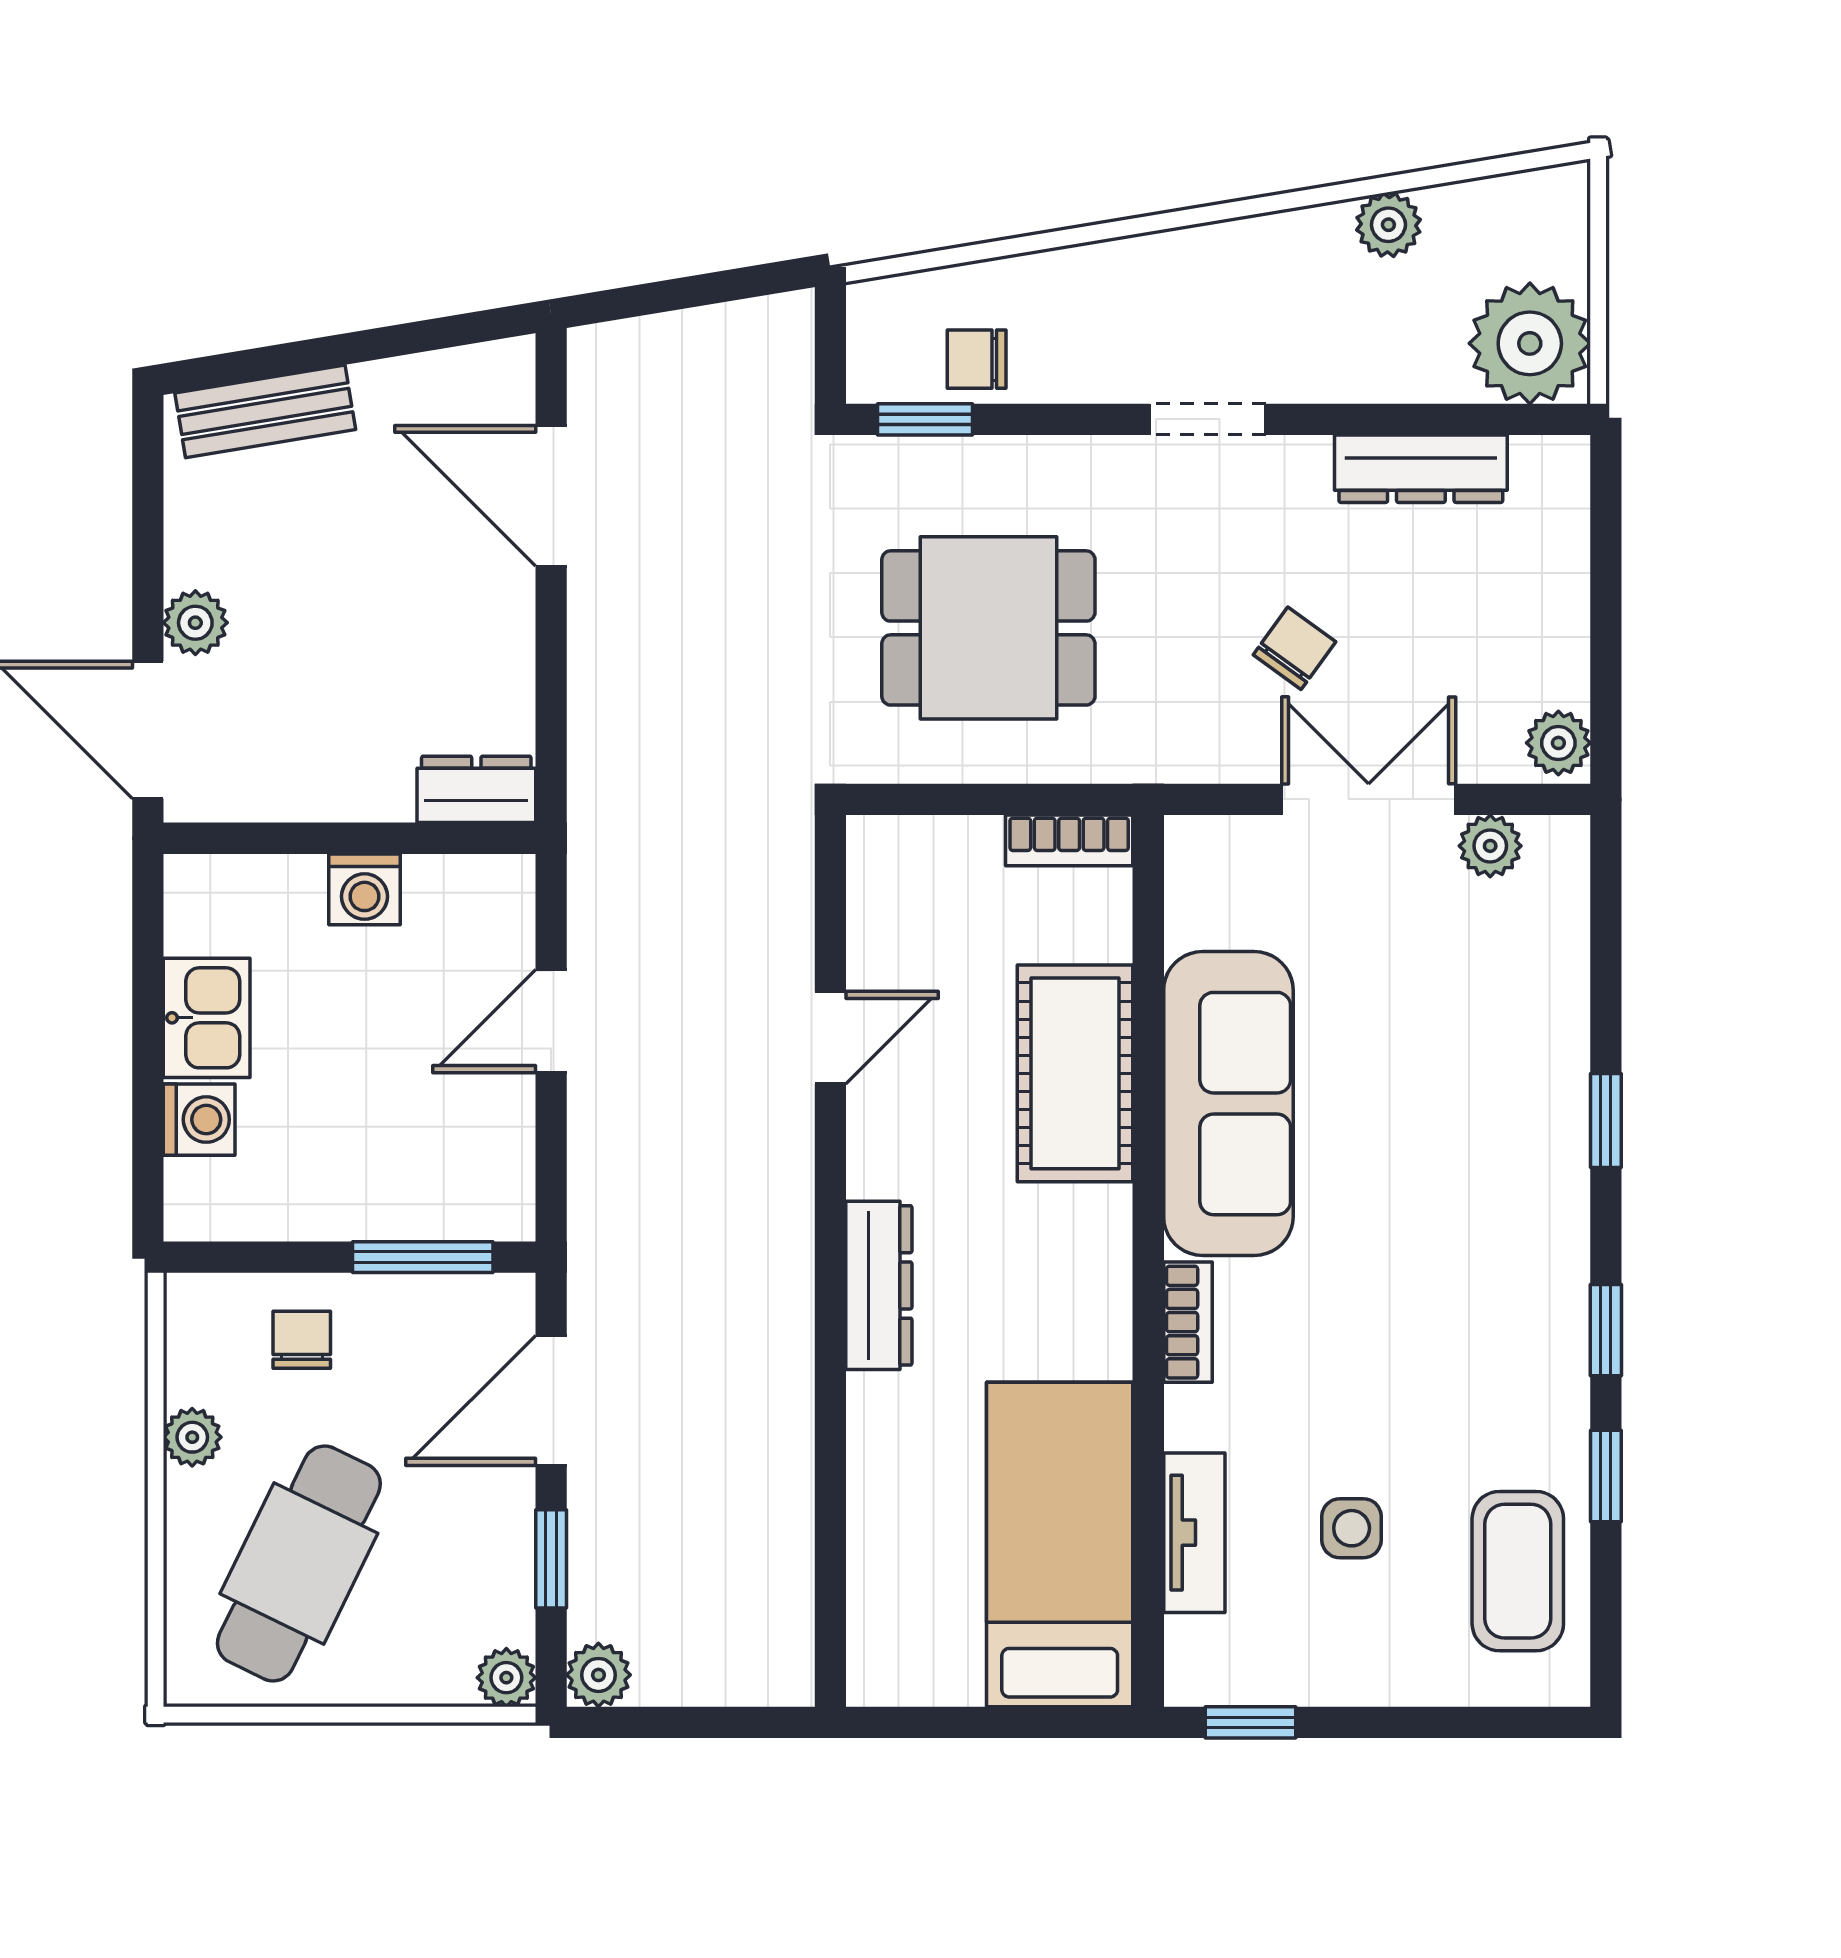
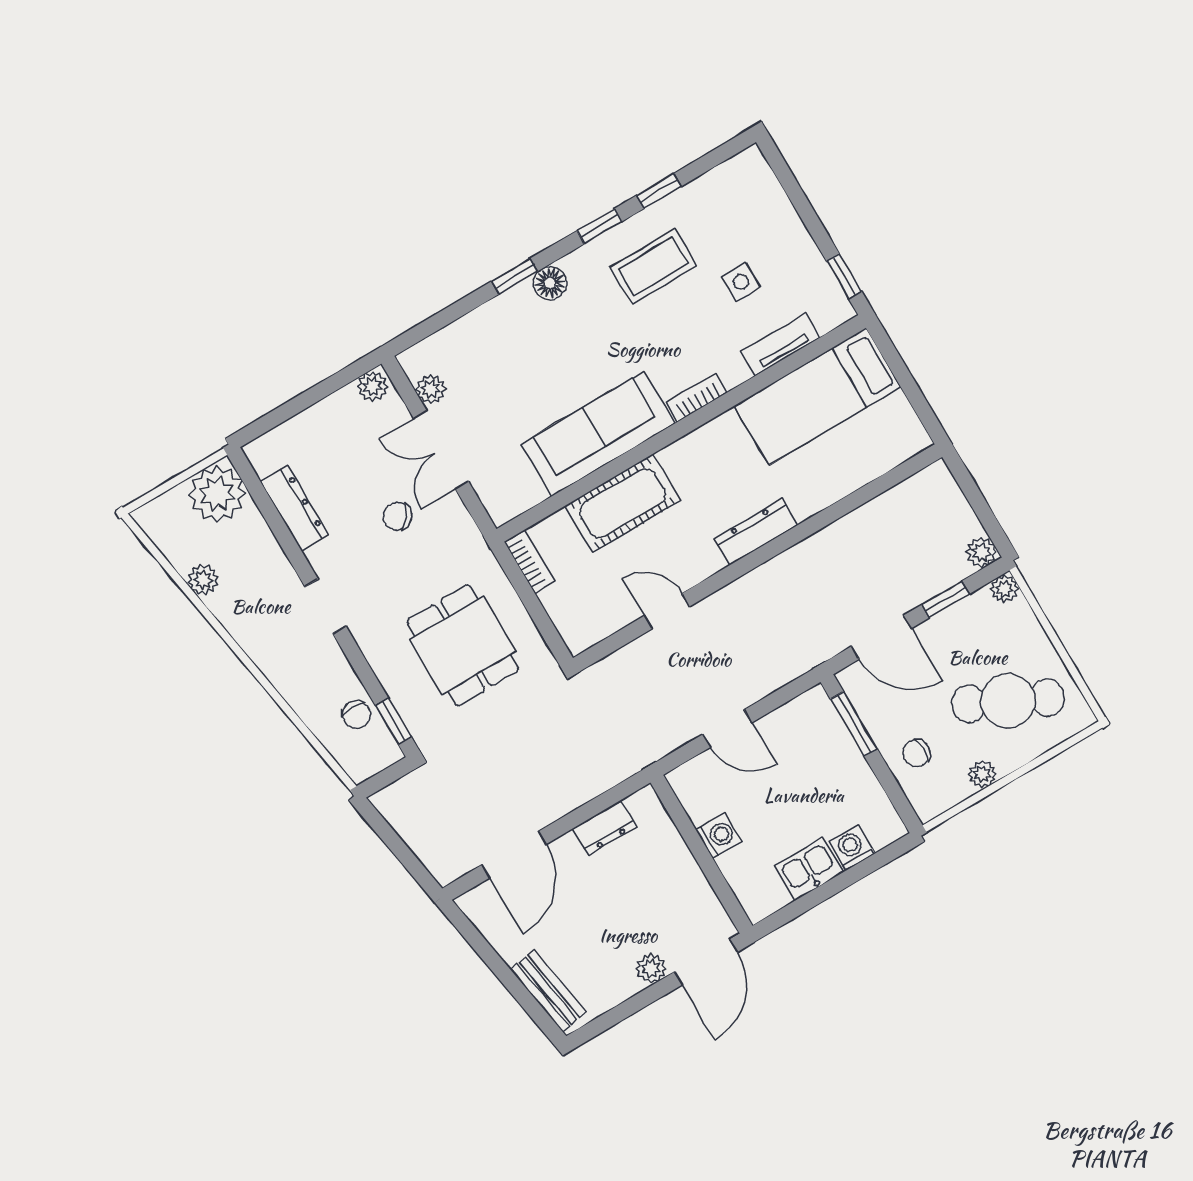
dresser: (476, 789) -> (605, 828), moved, turned -90
floor lamp: (1555, 1178) -> (550, 283), added
coffee table: (1518, 1571) -> (653, 266), moved

